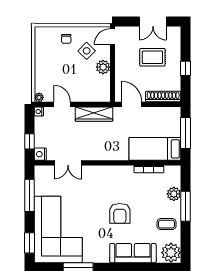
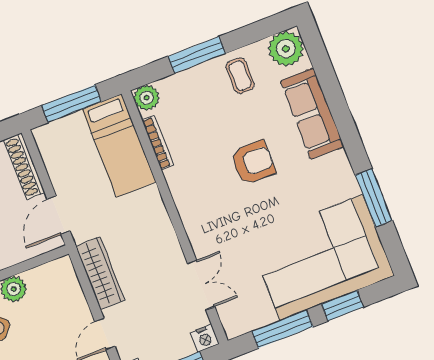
plant: (174, 194) -> (147, 98), moved
window: (30, 243) -> (342, 306), moved

